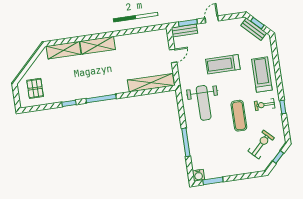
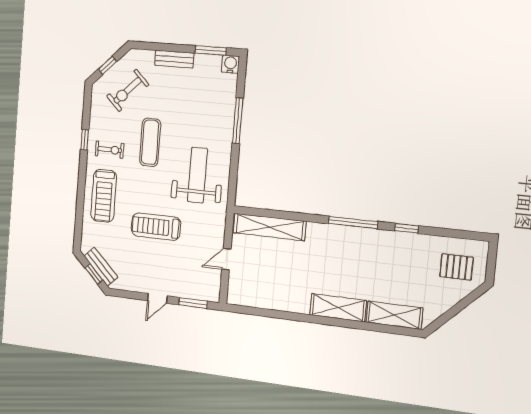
bench: (184, 31) -> (174, 59), moved
treadmill: (223, 64) -> (156, 227), turned 180
pallet: (35, 88) -> (456, 267), turned 90

